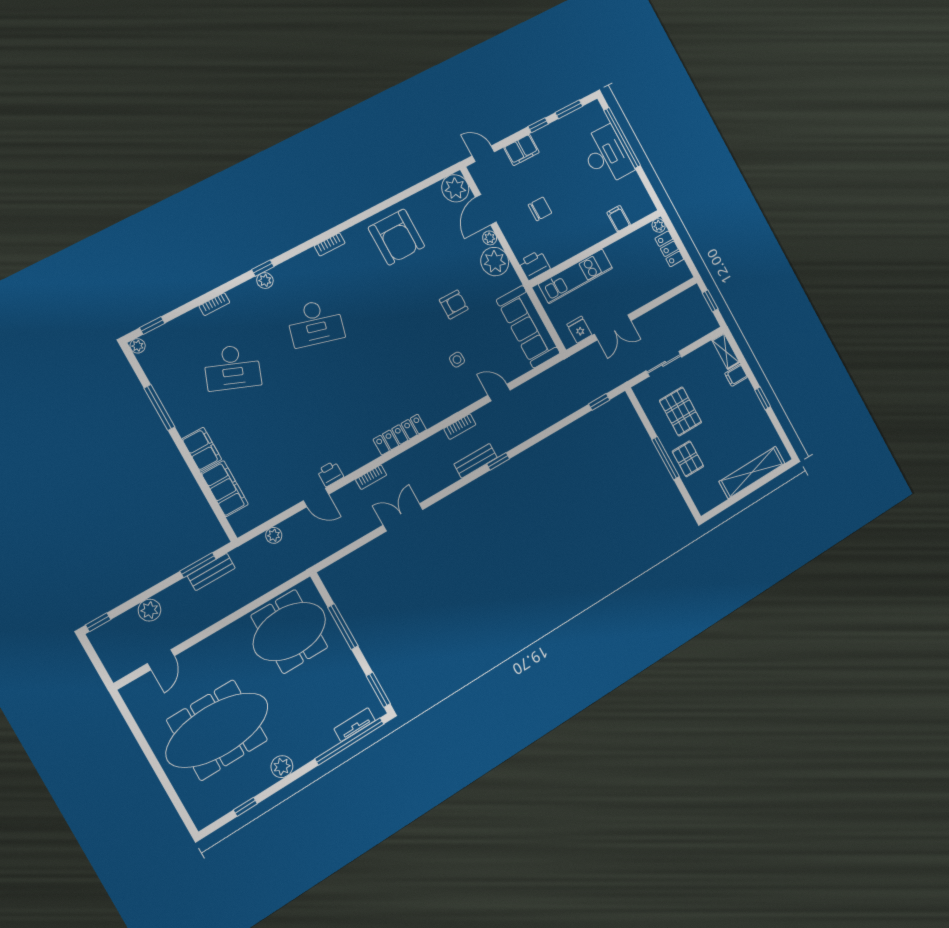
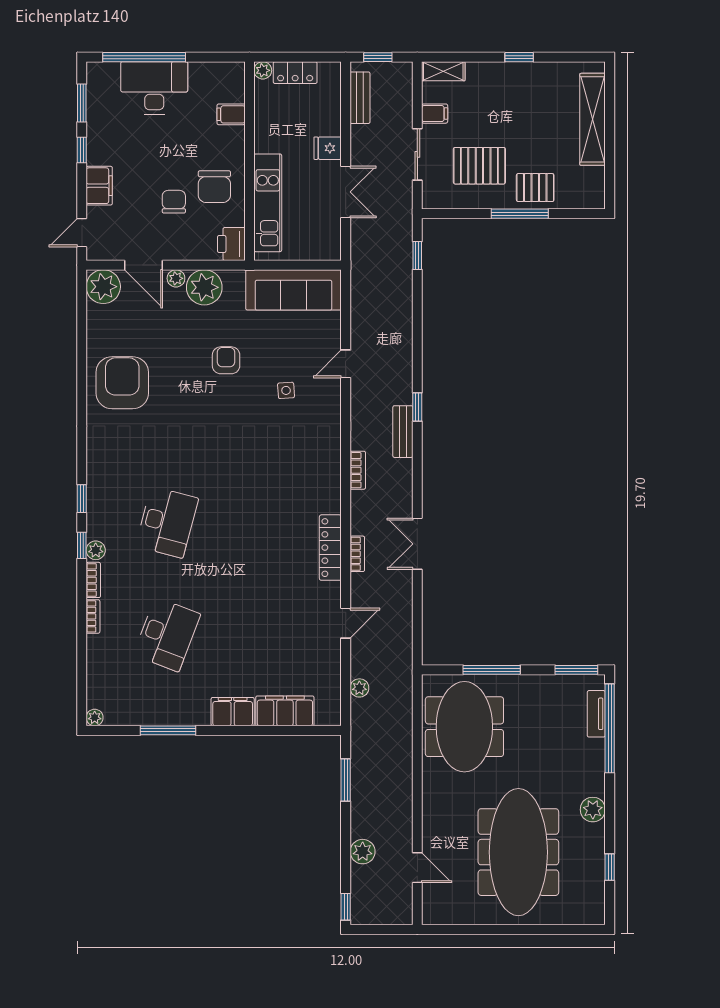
chair: (566, 232) -> (214, 187), added
armchair: (396, 237) -> (122, 383), turned -90
bookcase: (330, 245) -> (93, 580), moved
window: (152, 325) -> (82, 499), moved
fridge: (579, 330) -> (328, 148), moved
filing cabinet: (736, 375) -> (435, 114), moved, turned -90
bookcase: (460, 427) -> (358, 470), moved
locker: (400, 435) -> (330, 548), moved
printer: (330, 474) -> (330, 595), removed
bench: (211, 572) -> (360, 98), moved

